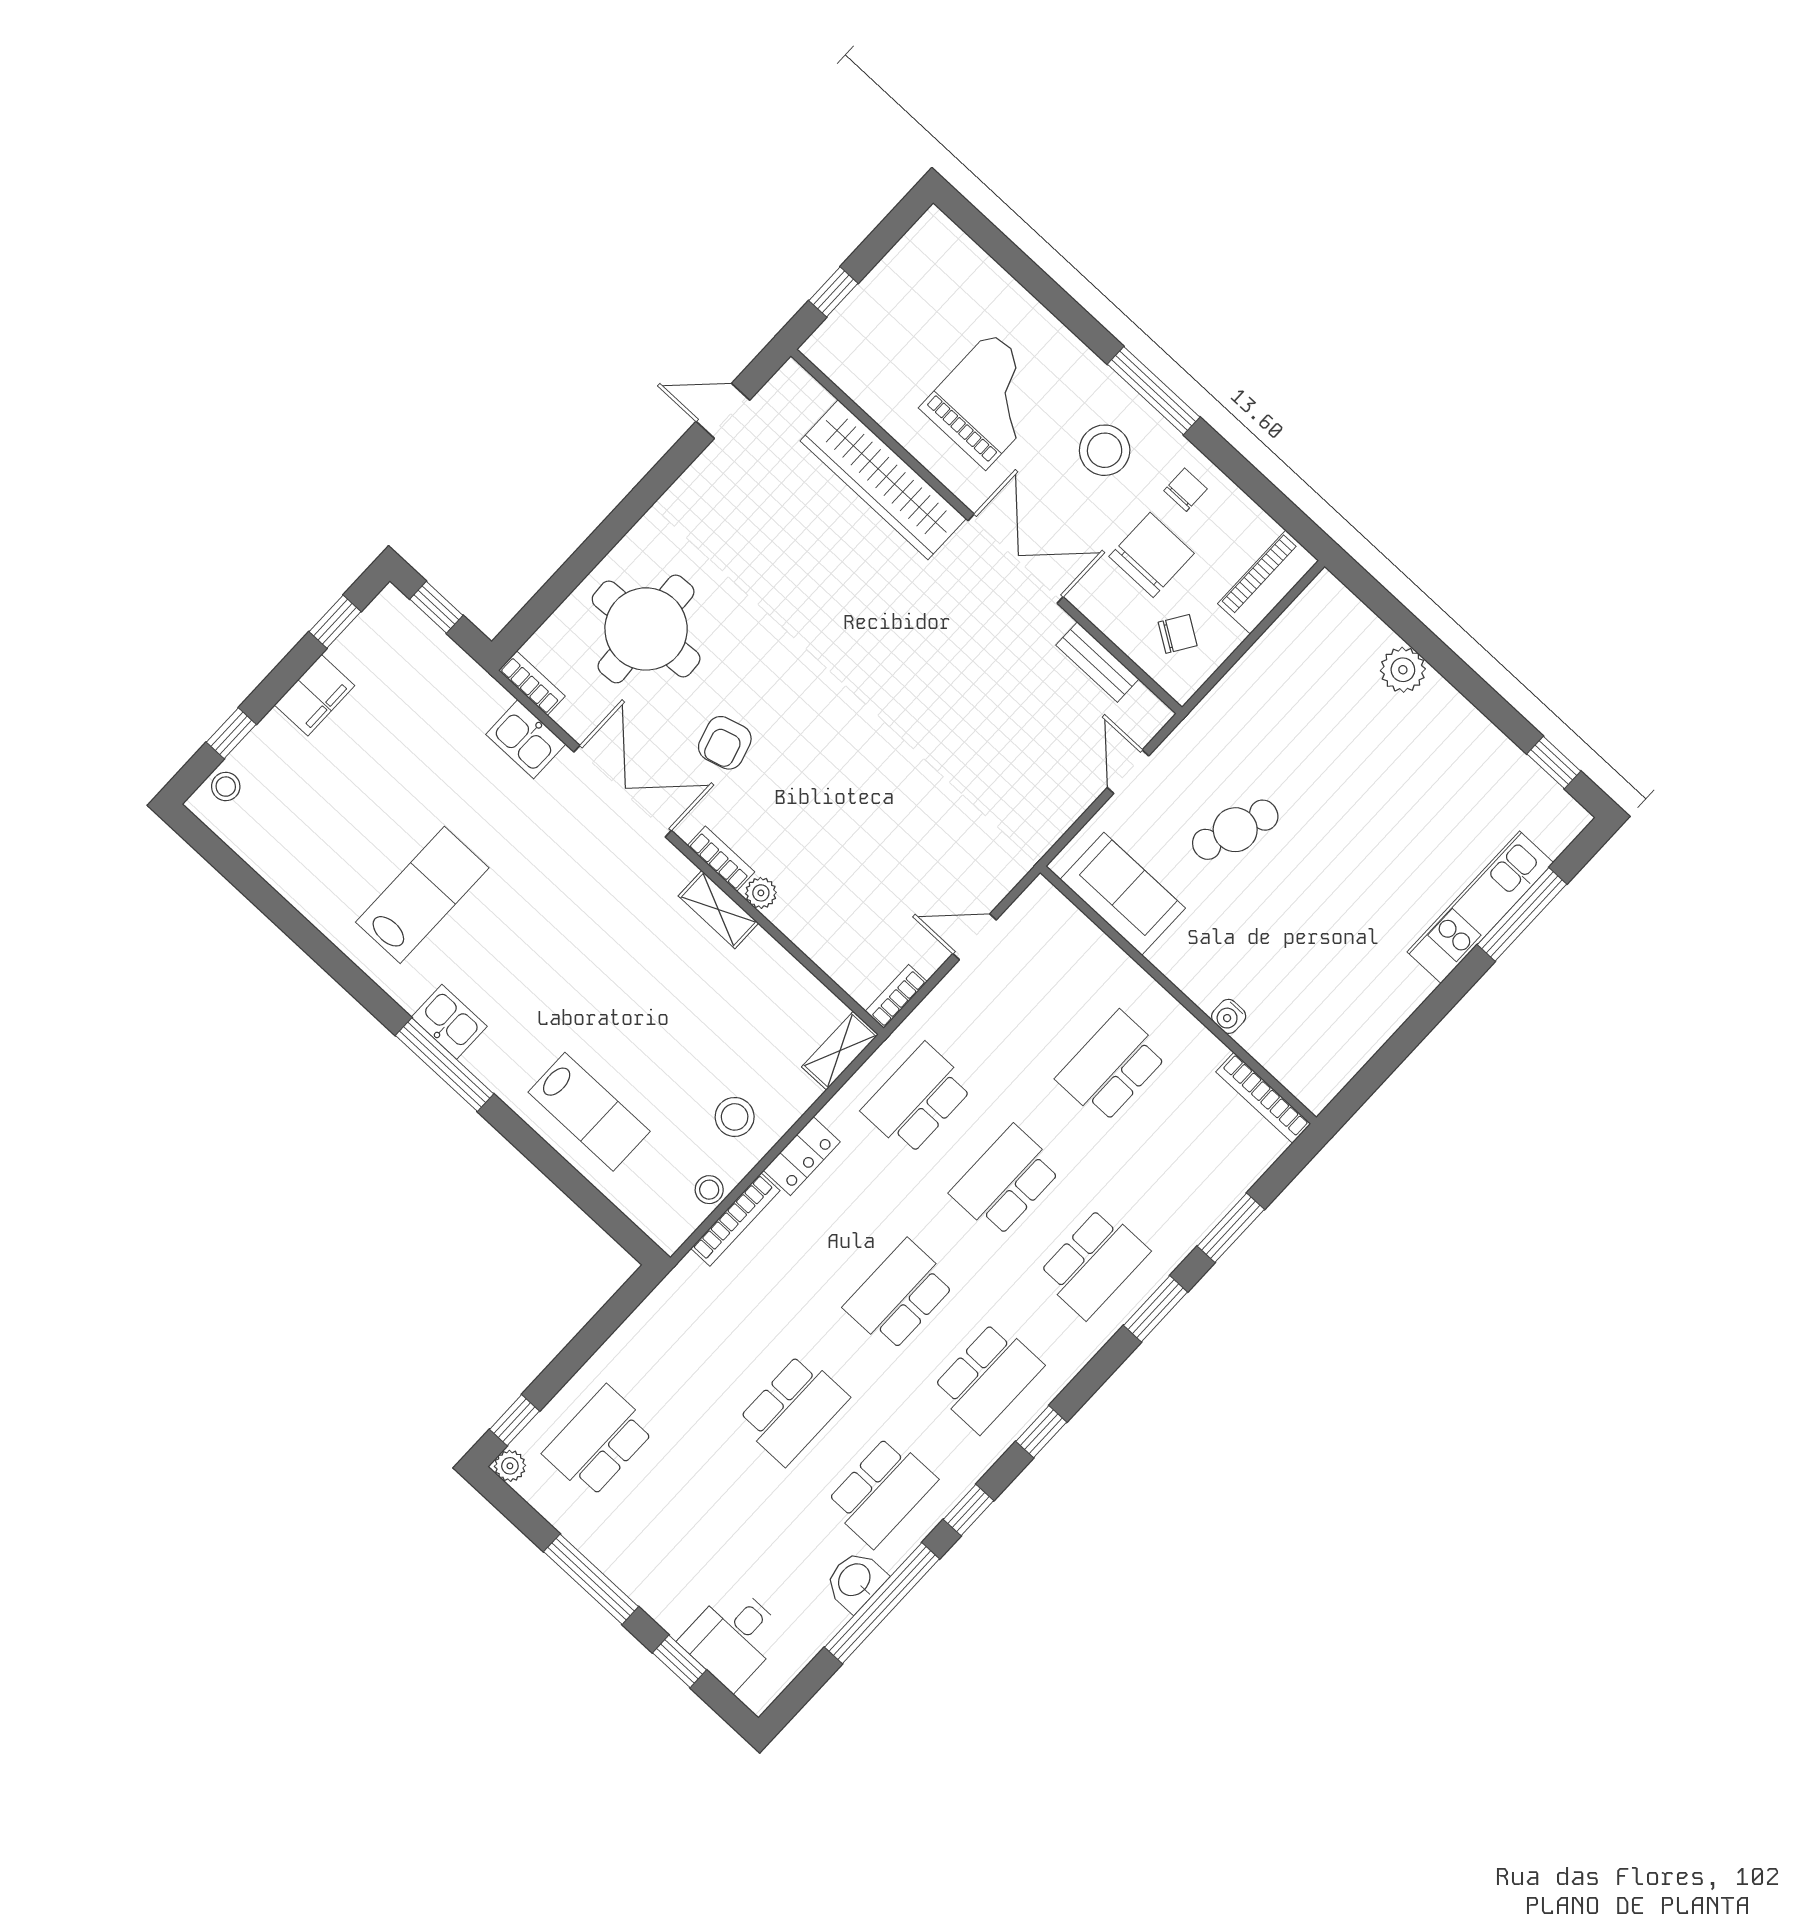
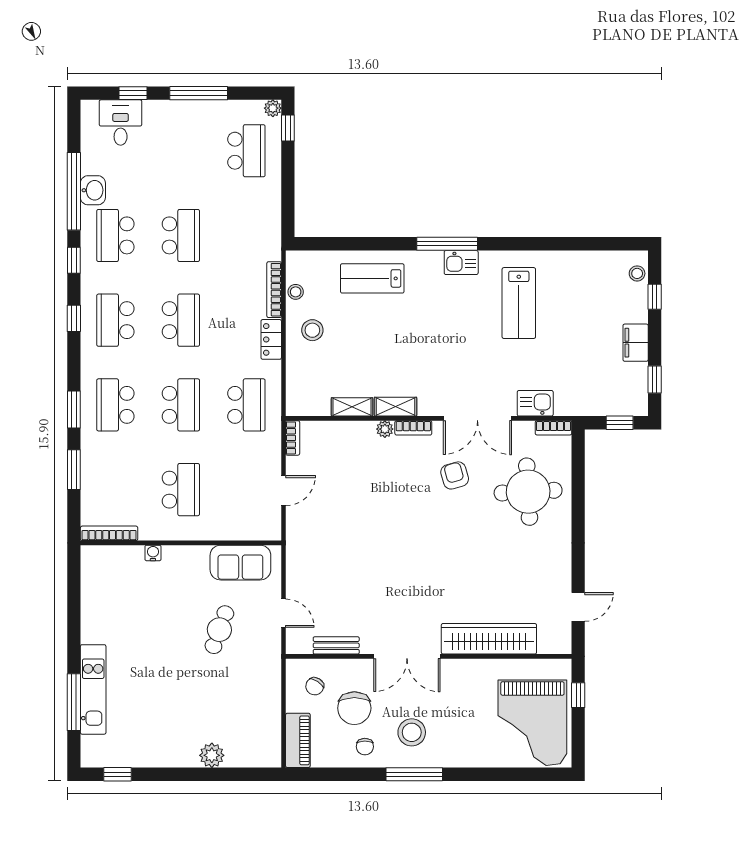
grand piano: (988, 400) -> (532, 723), moved, width x1.37, depth x1.48
shelving: (840, 1051) -> (352, 407), moved, turned 90
school desk: (793, 1409) -> (181, 235), turned 180

